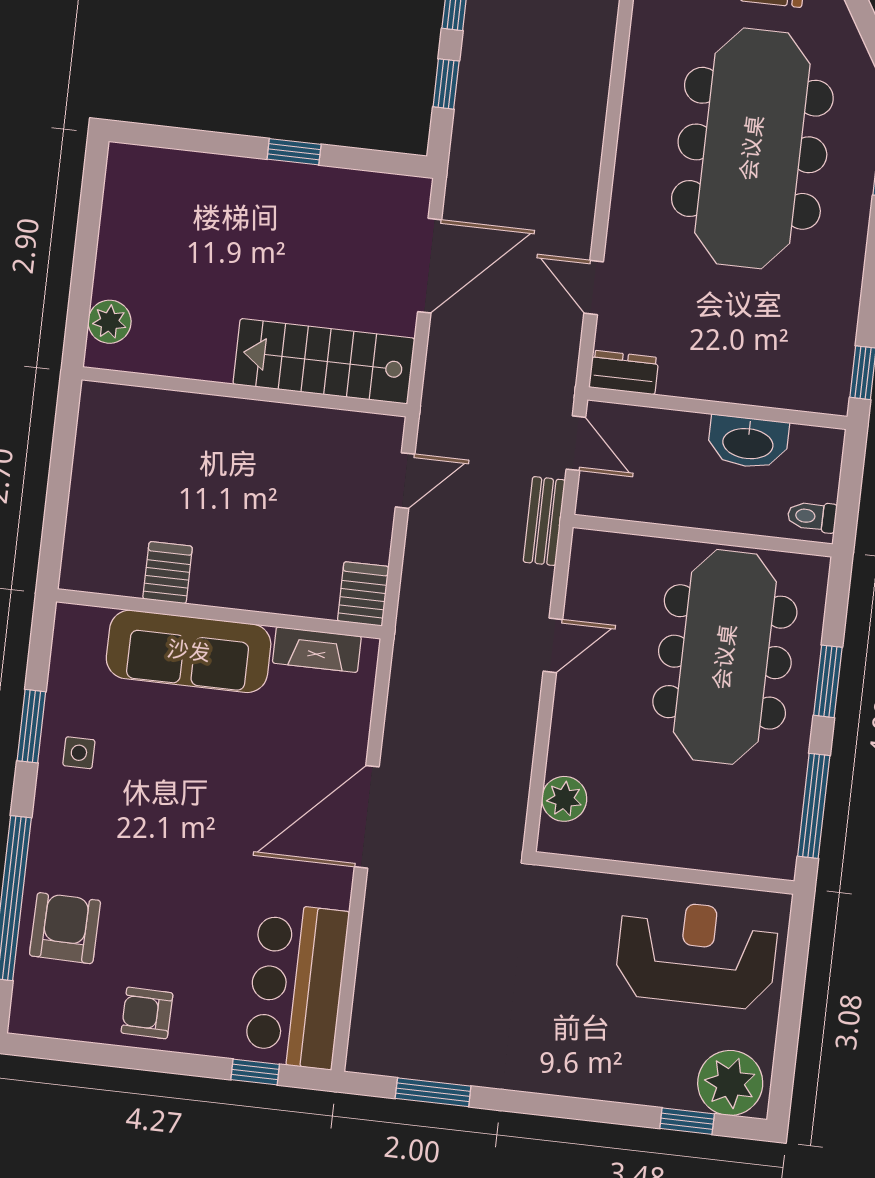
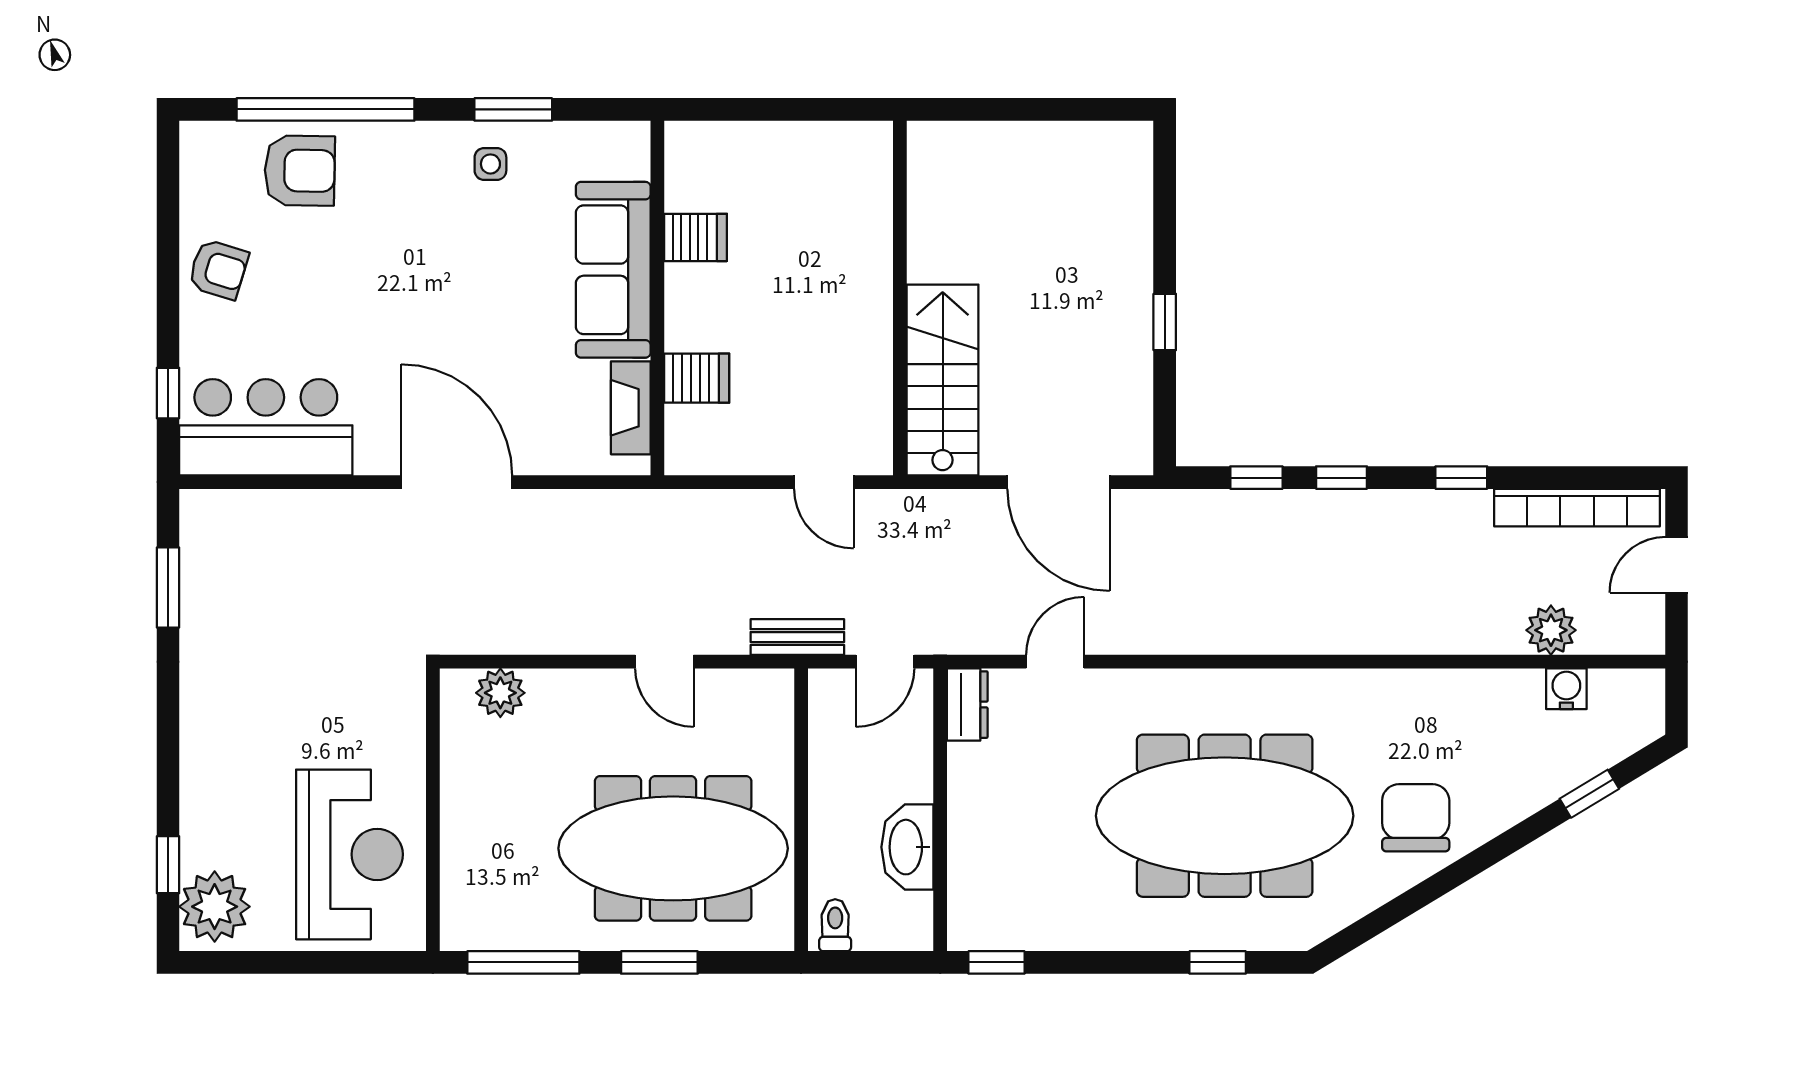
plant: (110, 322) -> (959, 144), removed
server rack: (363, 594) -> (697, 378), moved
armchair: (147, 1013) -> (218, 269), turned 106

